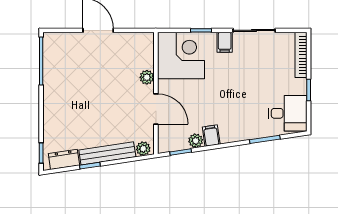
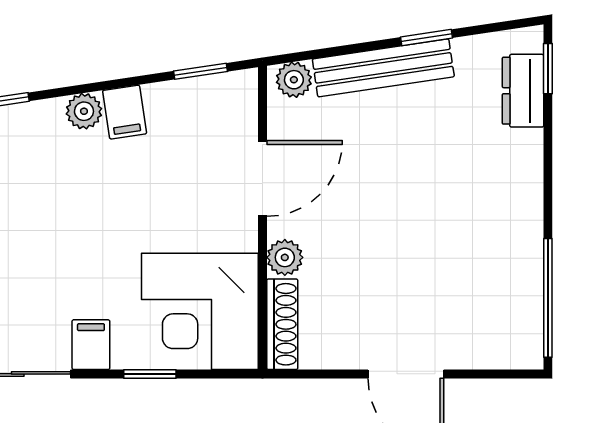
shoe rack: (148, 50) -> (282, 324), added
door: (156, 109) -> (262, 178), swing flipped
plant: (196, 141) -> (84, 111), moved
dresser: (64, 159) -> (523, 91), moved, turned 99

